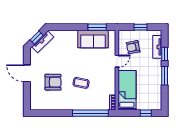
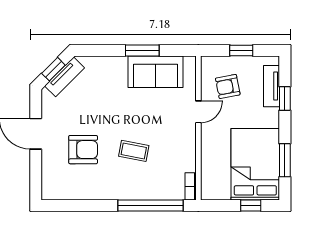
window: (97, 27) -> (142, 51), moved
window: (165, 76) -> (285, 160), moved
bed: (127, 90) -> (255, 164), moved, width x1.50

